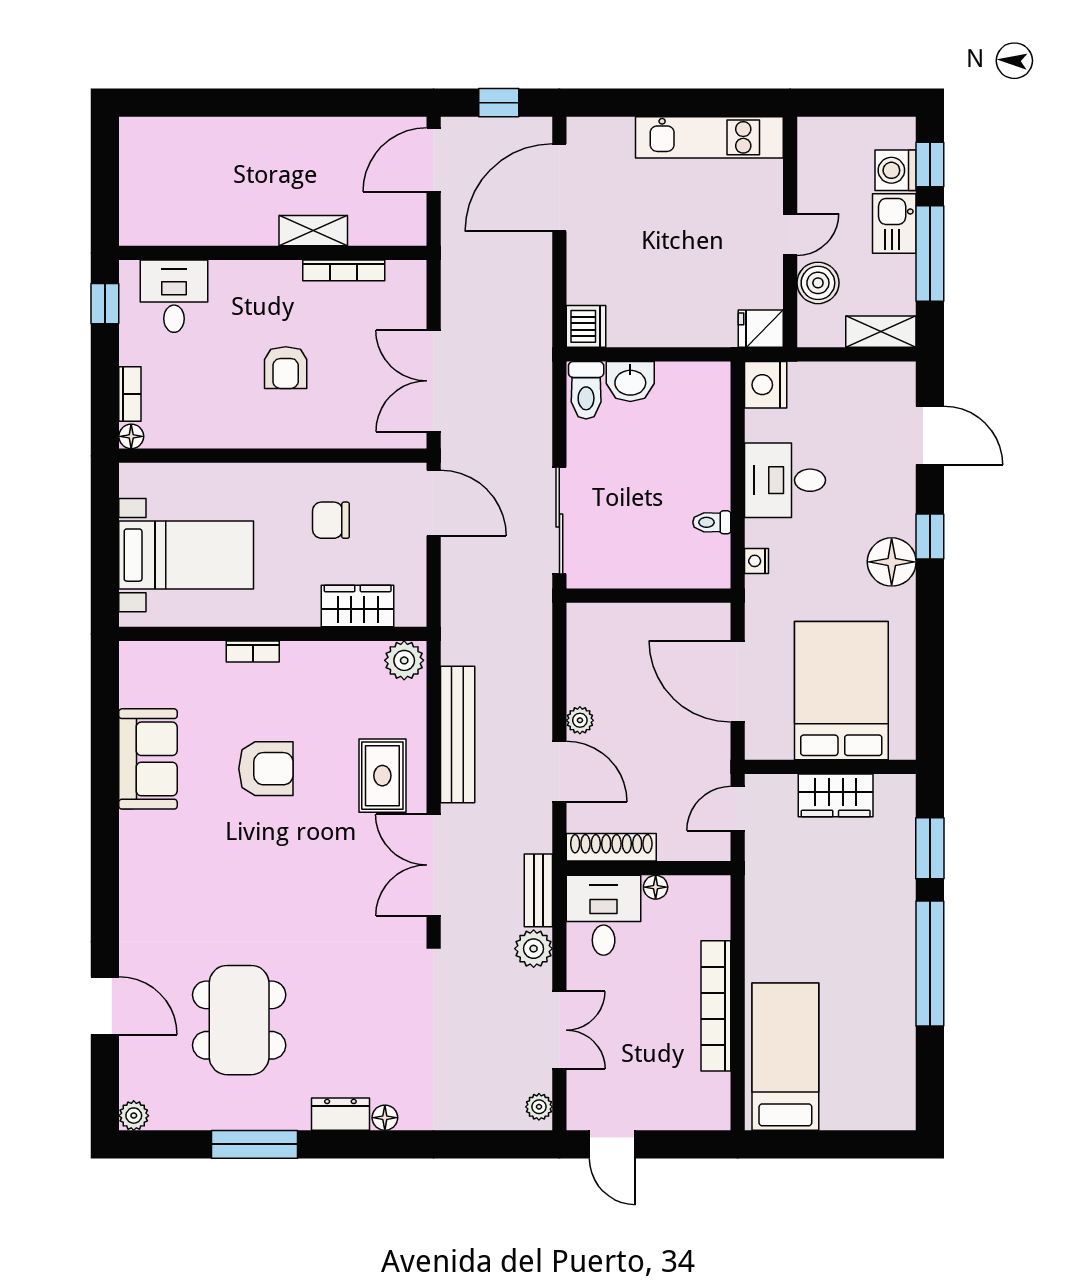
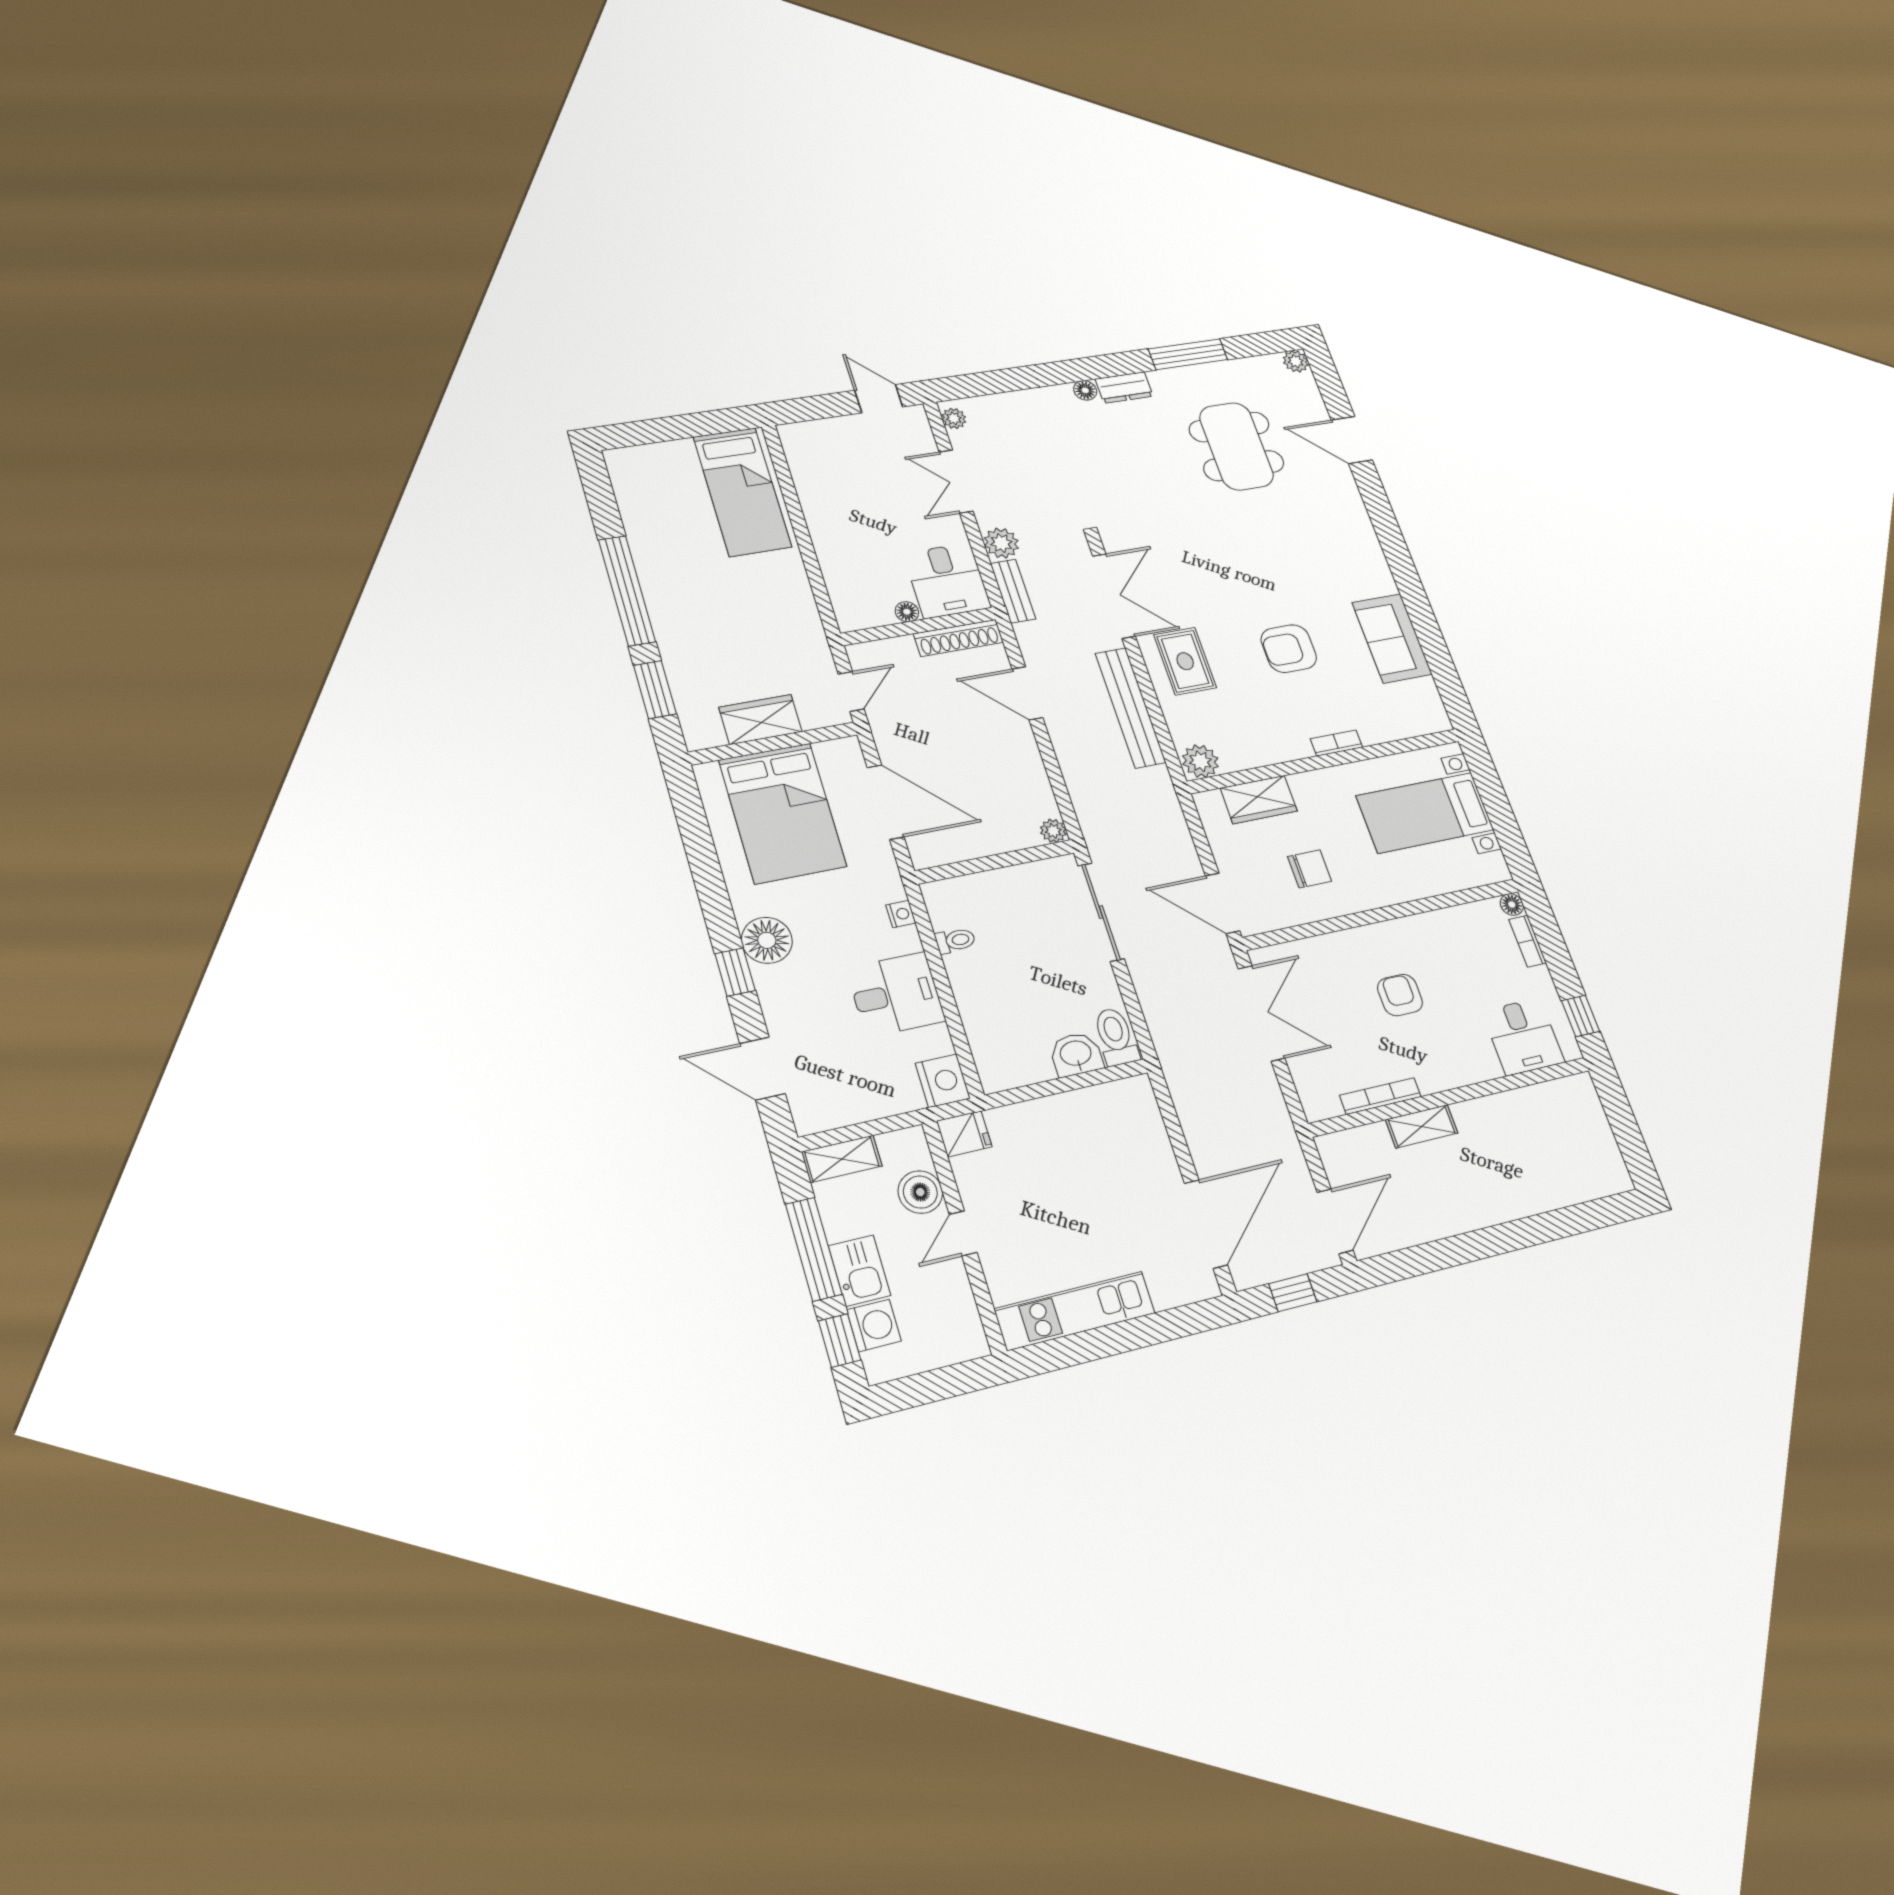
dishwasher: (586, 326) -> (1136, 1097), removed
plant: (580, 720) -> (1053, 831), moved
bookcase: (716, 1006) -> (820, 523), removed

